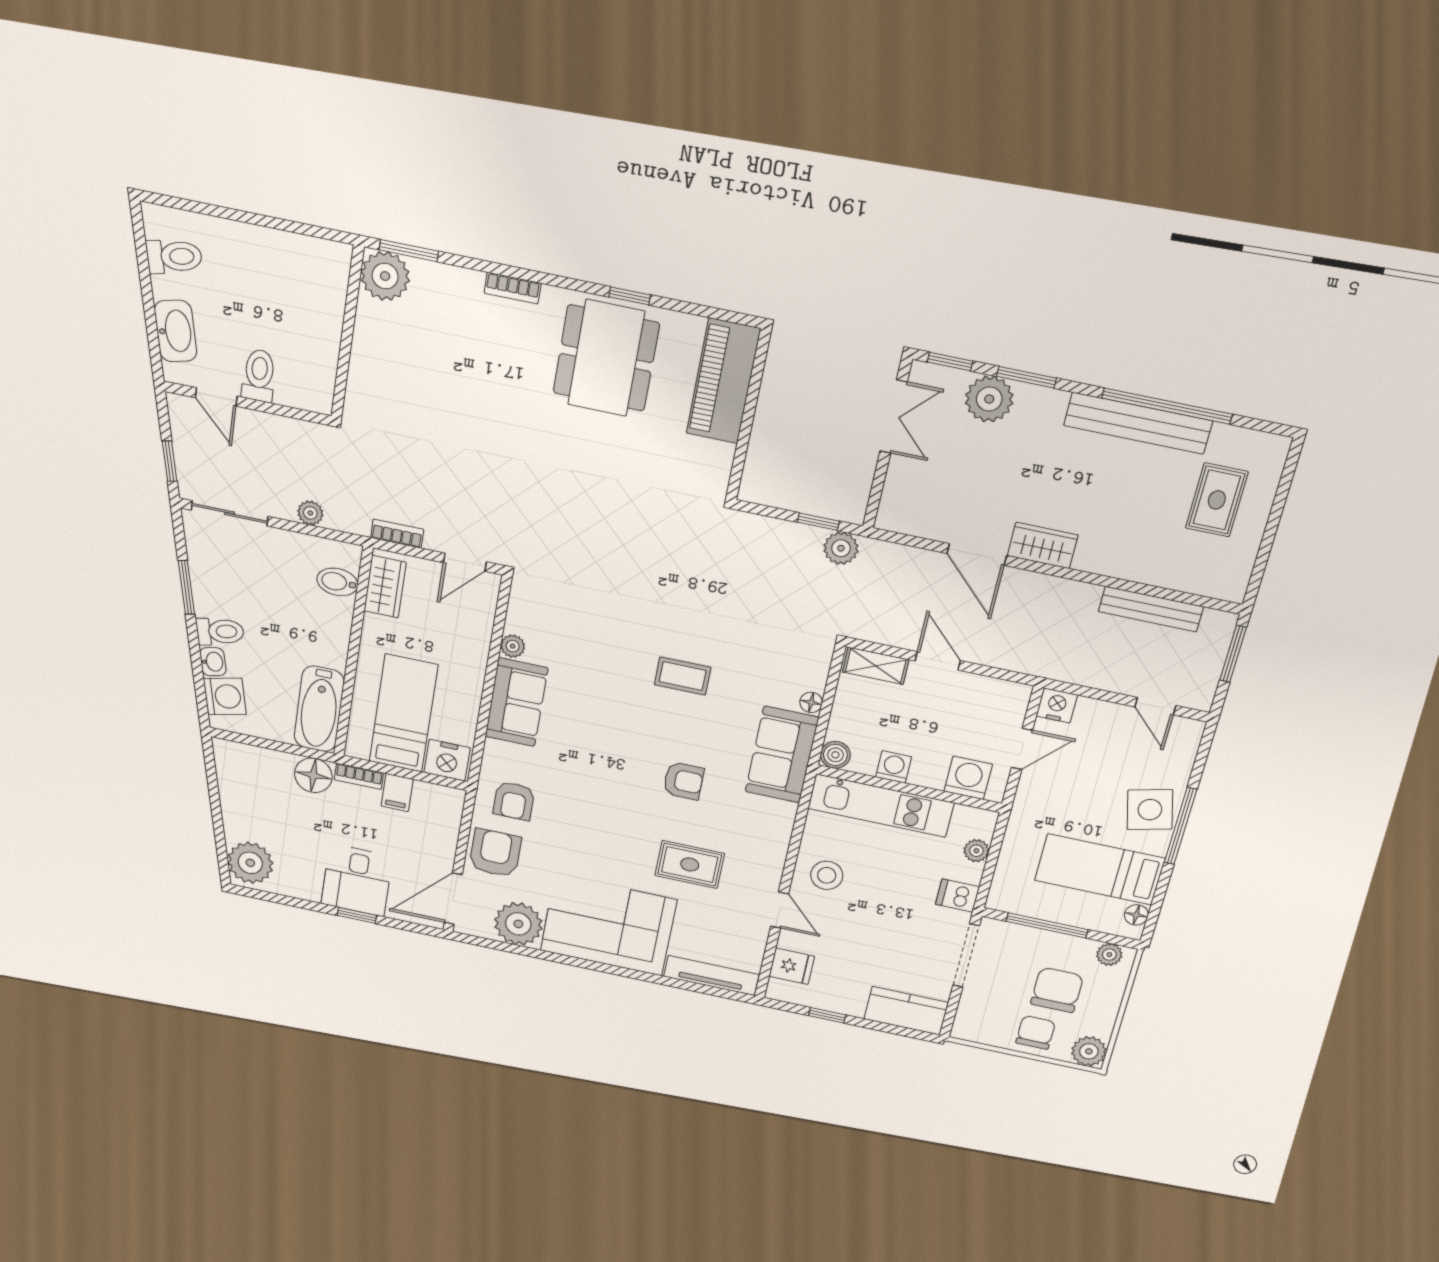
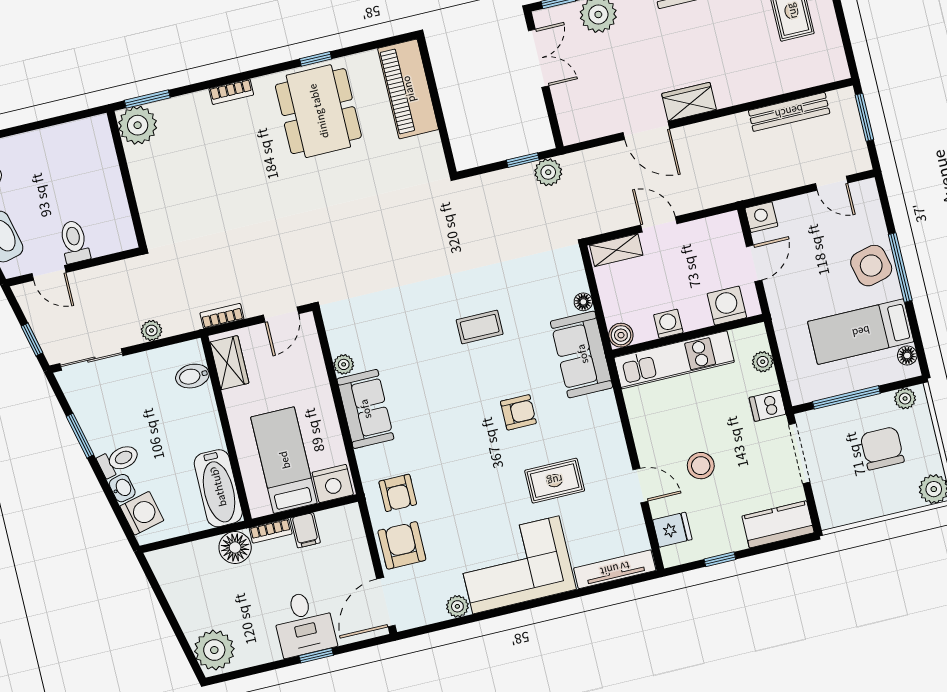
stool: (827, 875) -> (701, 466), moved
plant: (518, 924) -> (457, 606), width x0.53, depth x0.53
chair: (1036, 1032) -> (885, 493), removed

